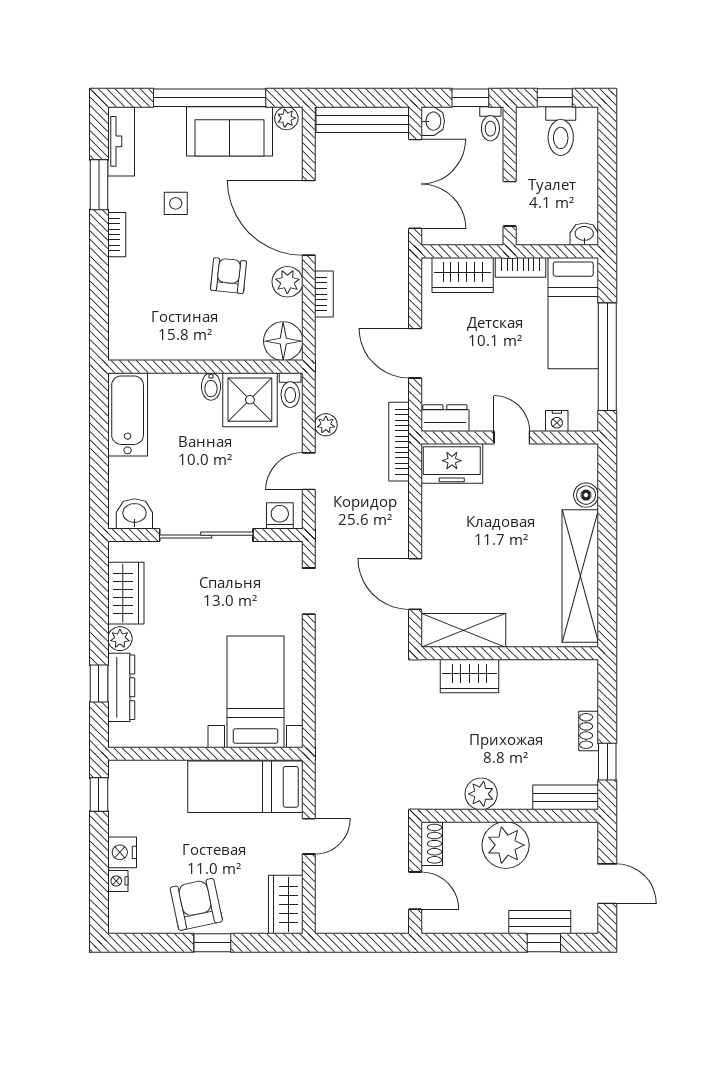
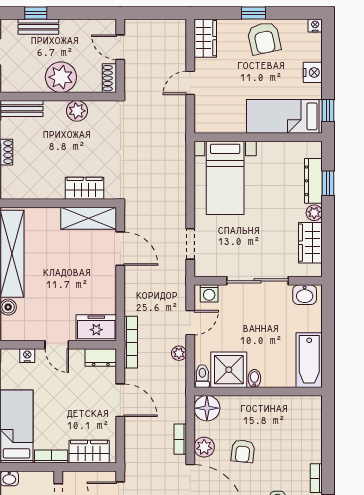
bed: (245, 787) -> (284, 116), moved, turned 180
nightstand: (118, 881) -> (315, 25), moved, turned -90

